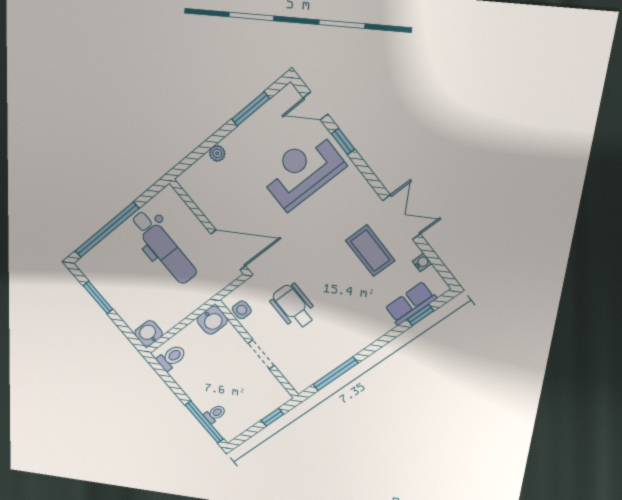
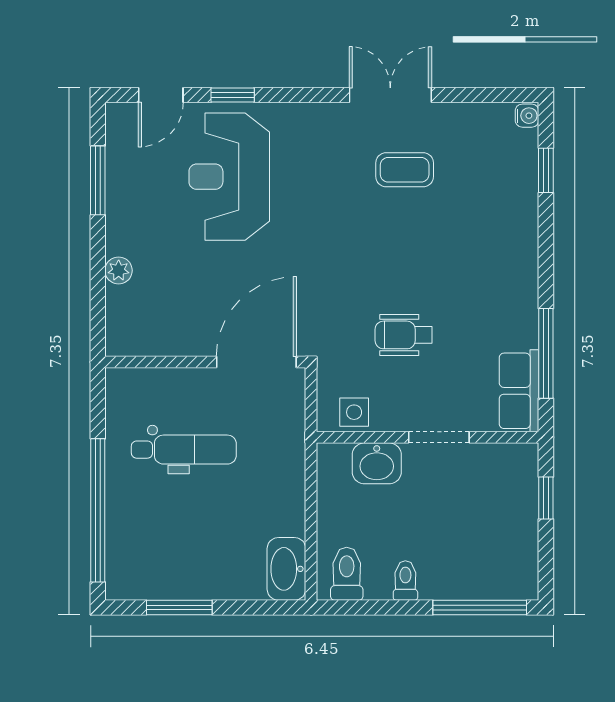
dental chair: (164, 247) -> (184, 450), width x0.73, depth x0.72
coffee table: (370, 251) -> (405, 170), width x0.73, depth x0.77
water cooler: (422, 262) -> (527, 116), moved, turned 90
row of seats: (411, 303) -> (519, 391), moved
wheelchair: (293, 306) -> (404, 335), width x0.73, depth x0.73
washbasin: (212, 320) -> (377, 463), moved, turned 90
washbasin: (149, 333) -> (286, 569), width x1.38
toilet: (215, 414) -> (405, 581), moved

